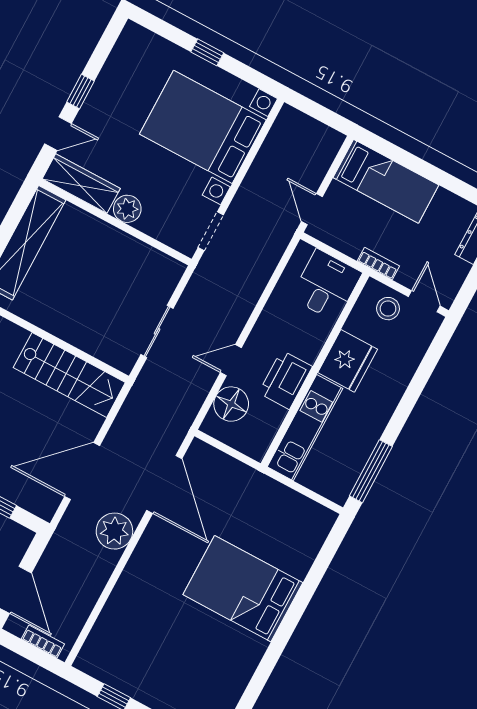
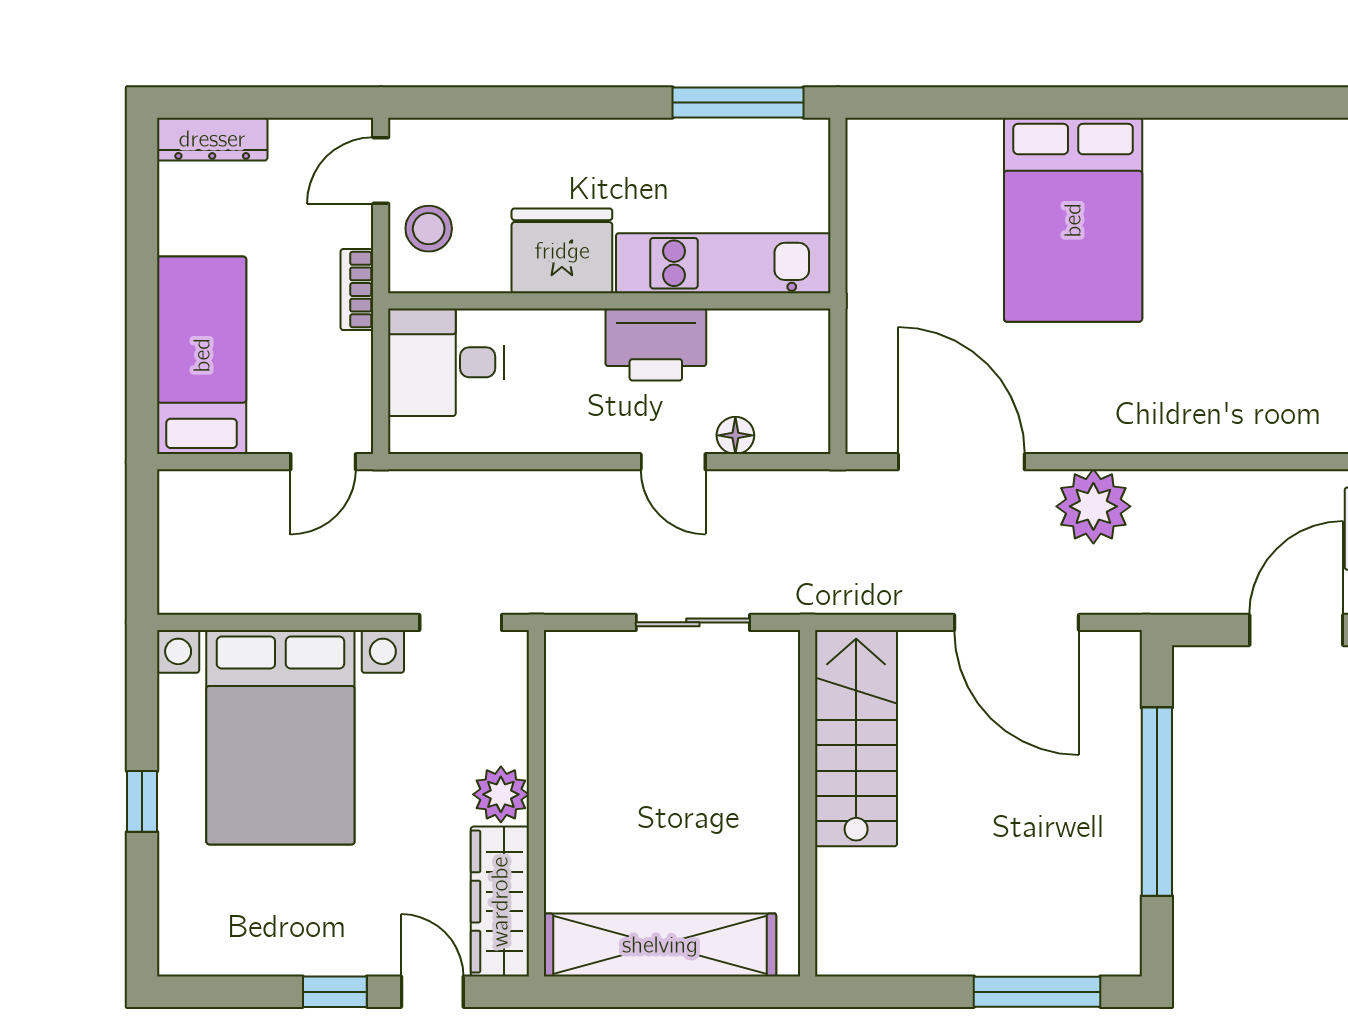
floor lamp: (231, 404) -> (735, 435), width x0.53, depth x0.53
door: (164, 484) -> (961, 462), hinge flipped

